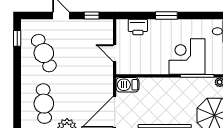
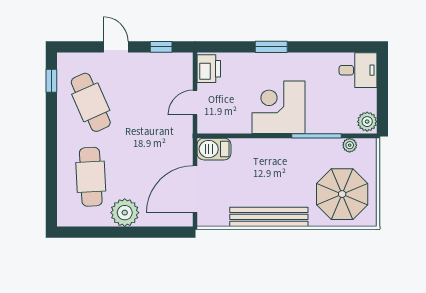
printer: (138, 27) -> (209, 69), moved, turned -90
door: (115, 53) -> (195, 102), hinge flipped
corner desk: (187, 56) -> (278, 107), moved

